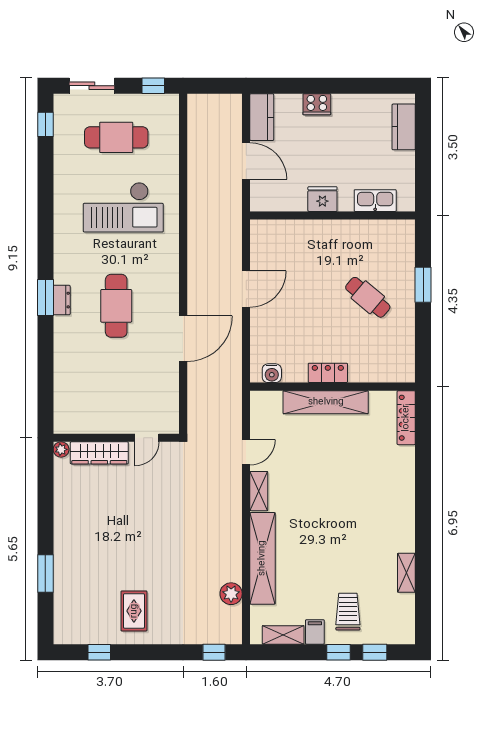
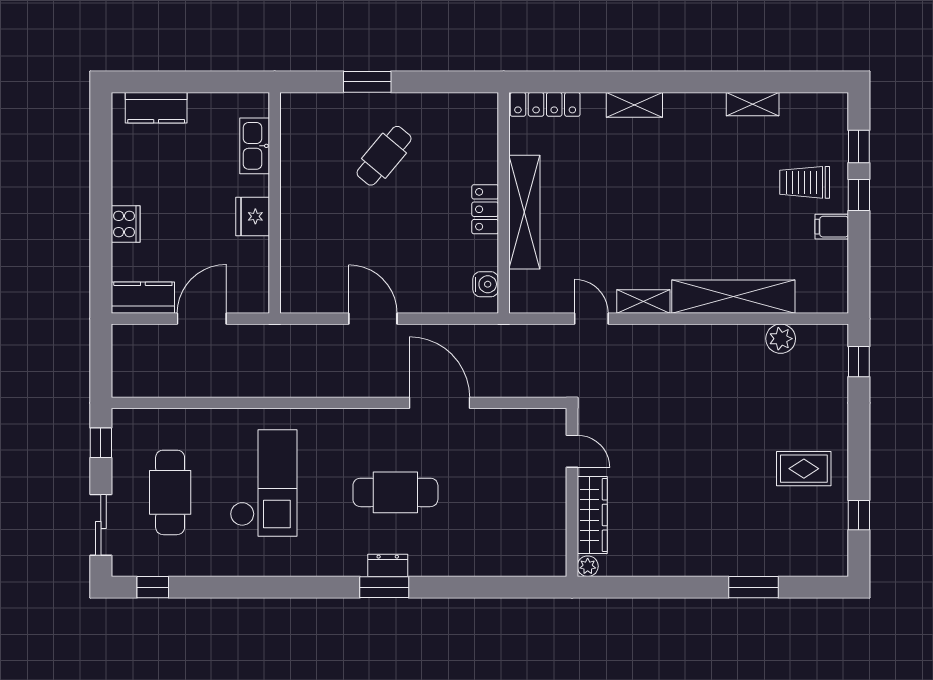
shelving: (283, 635) -> (634, 105), moved, turned 90

